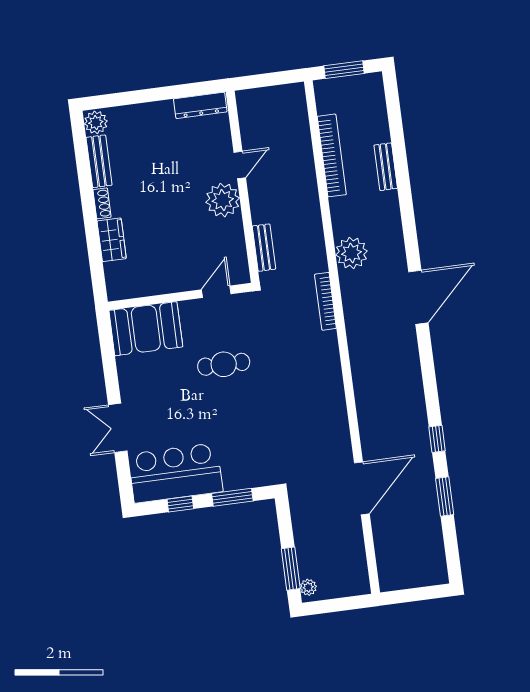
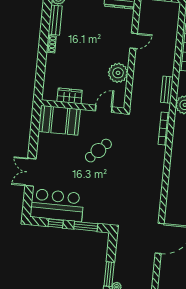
plant: (223, 200) -> (118, 73), moved
wardrobe: (112, 240) -> (70, 96), moved, turned -90
bench: (264, 248) -> (167, 90), moved
cafe table: (224, 364) -> (98, 151), turned -45

